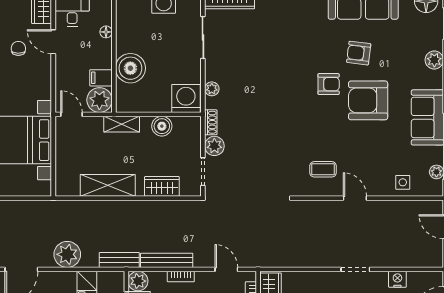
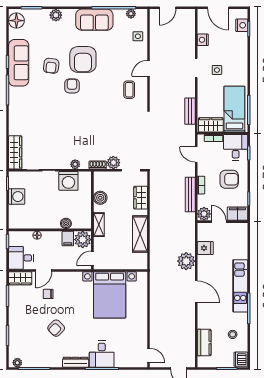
boiler: (130, 68) -> (66, 223), width x0.54, depth x0.54
washing machine: (186, 98) -> (68, 181), moved, turned -90
bench: (119, 260) -> (190, 111), moved
door: (226, 269) -> (196, 154), hinge flipped

